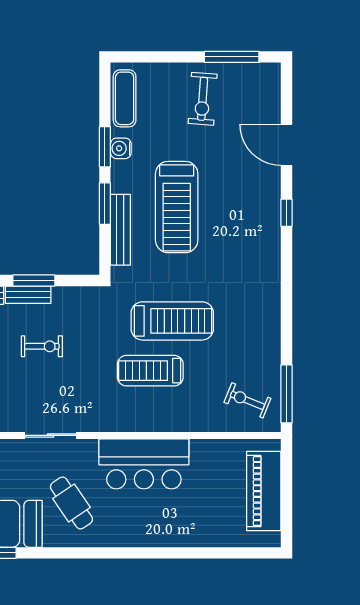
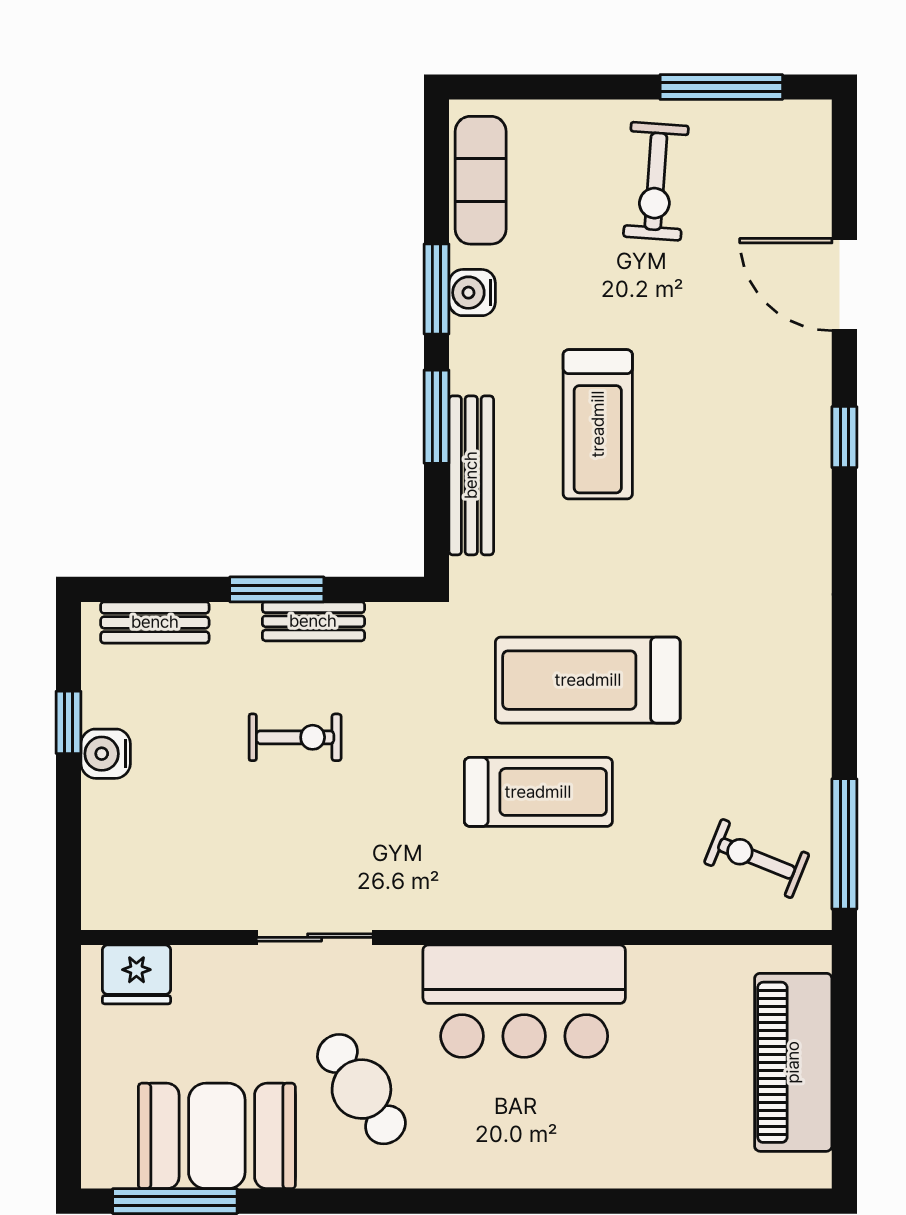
treadmill: (177, 207) -> (598, 424), width x0.73, depth x0.73
bench: (28, 295) -> (313, 621), moved
treadmill: (172, 321) -> (588, 680), turned 180
treadmill: (150, 371) -> (538, 792), turned 180

